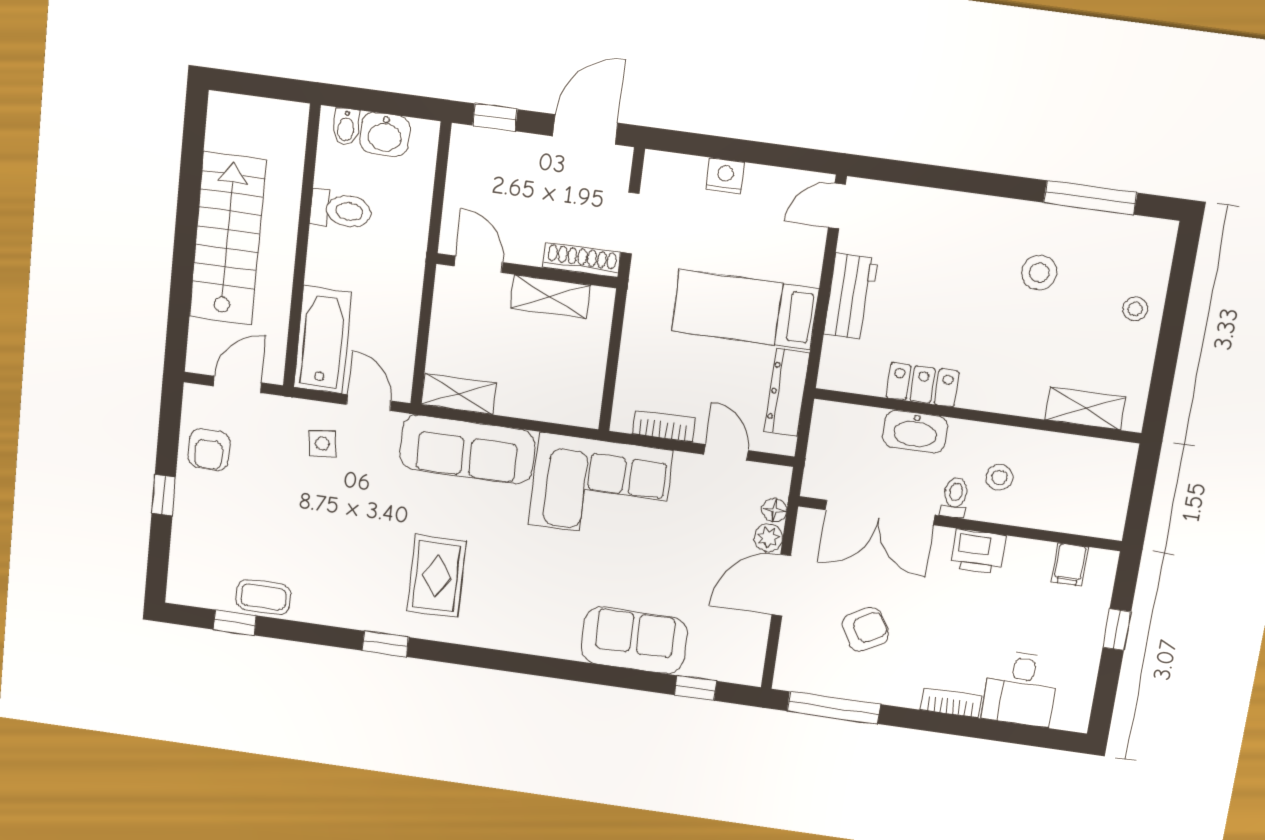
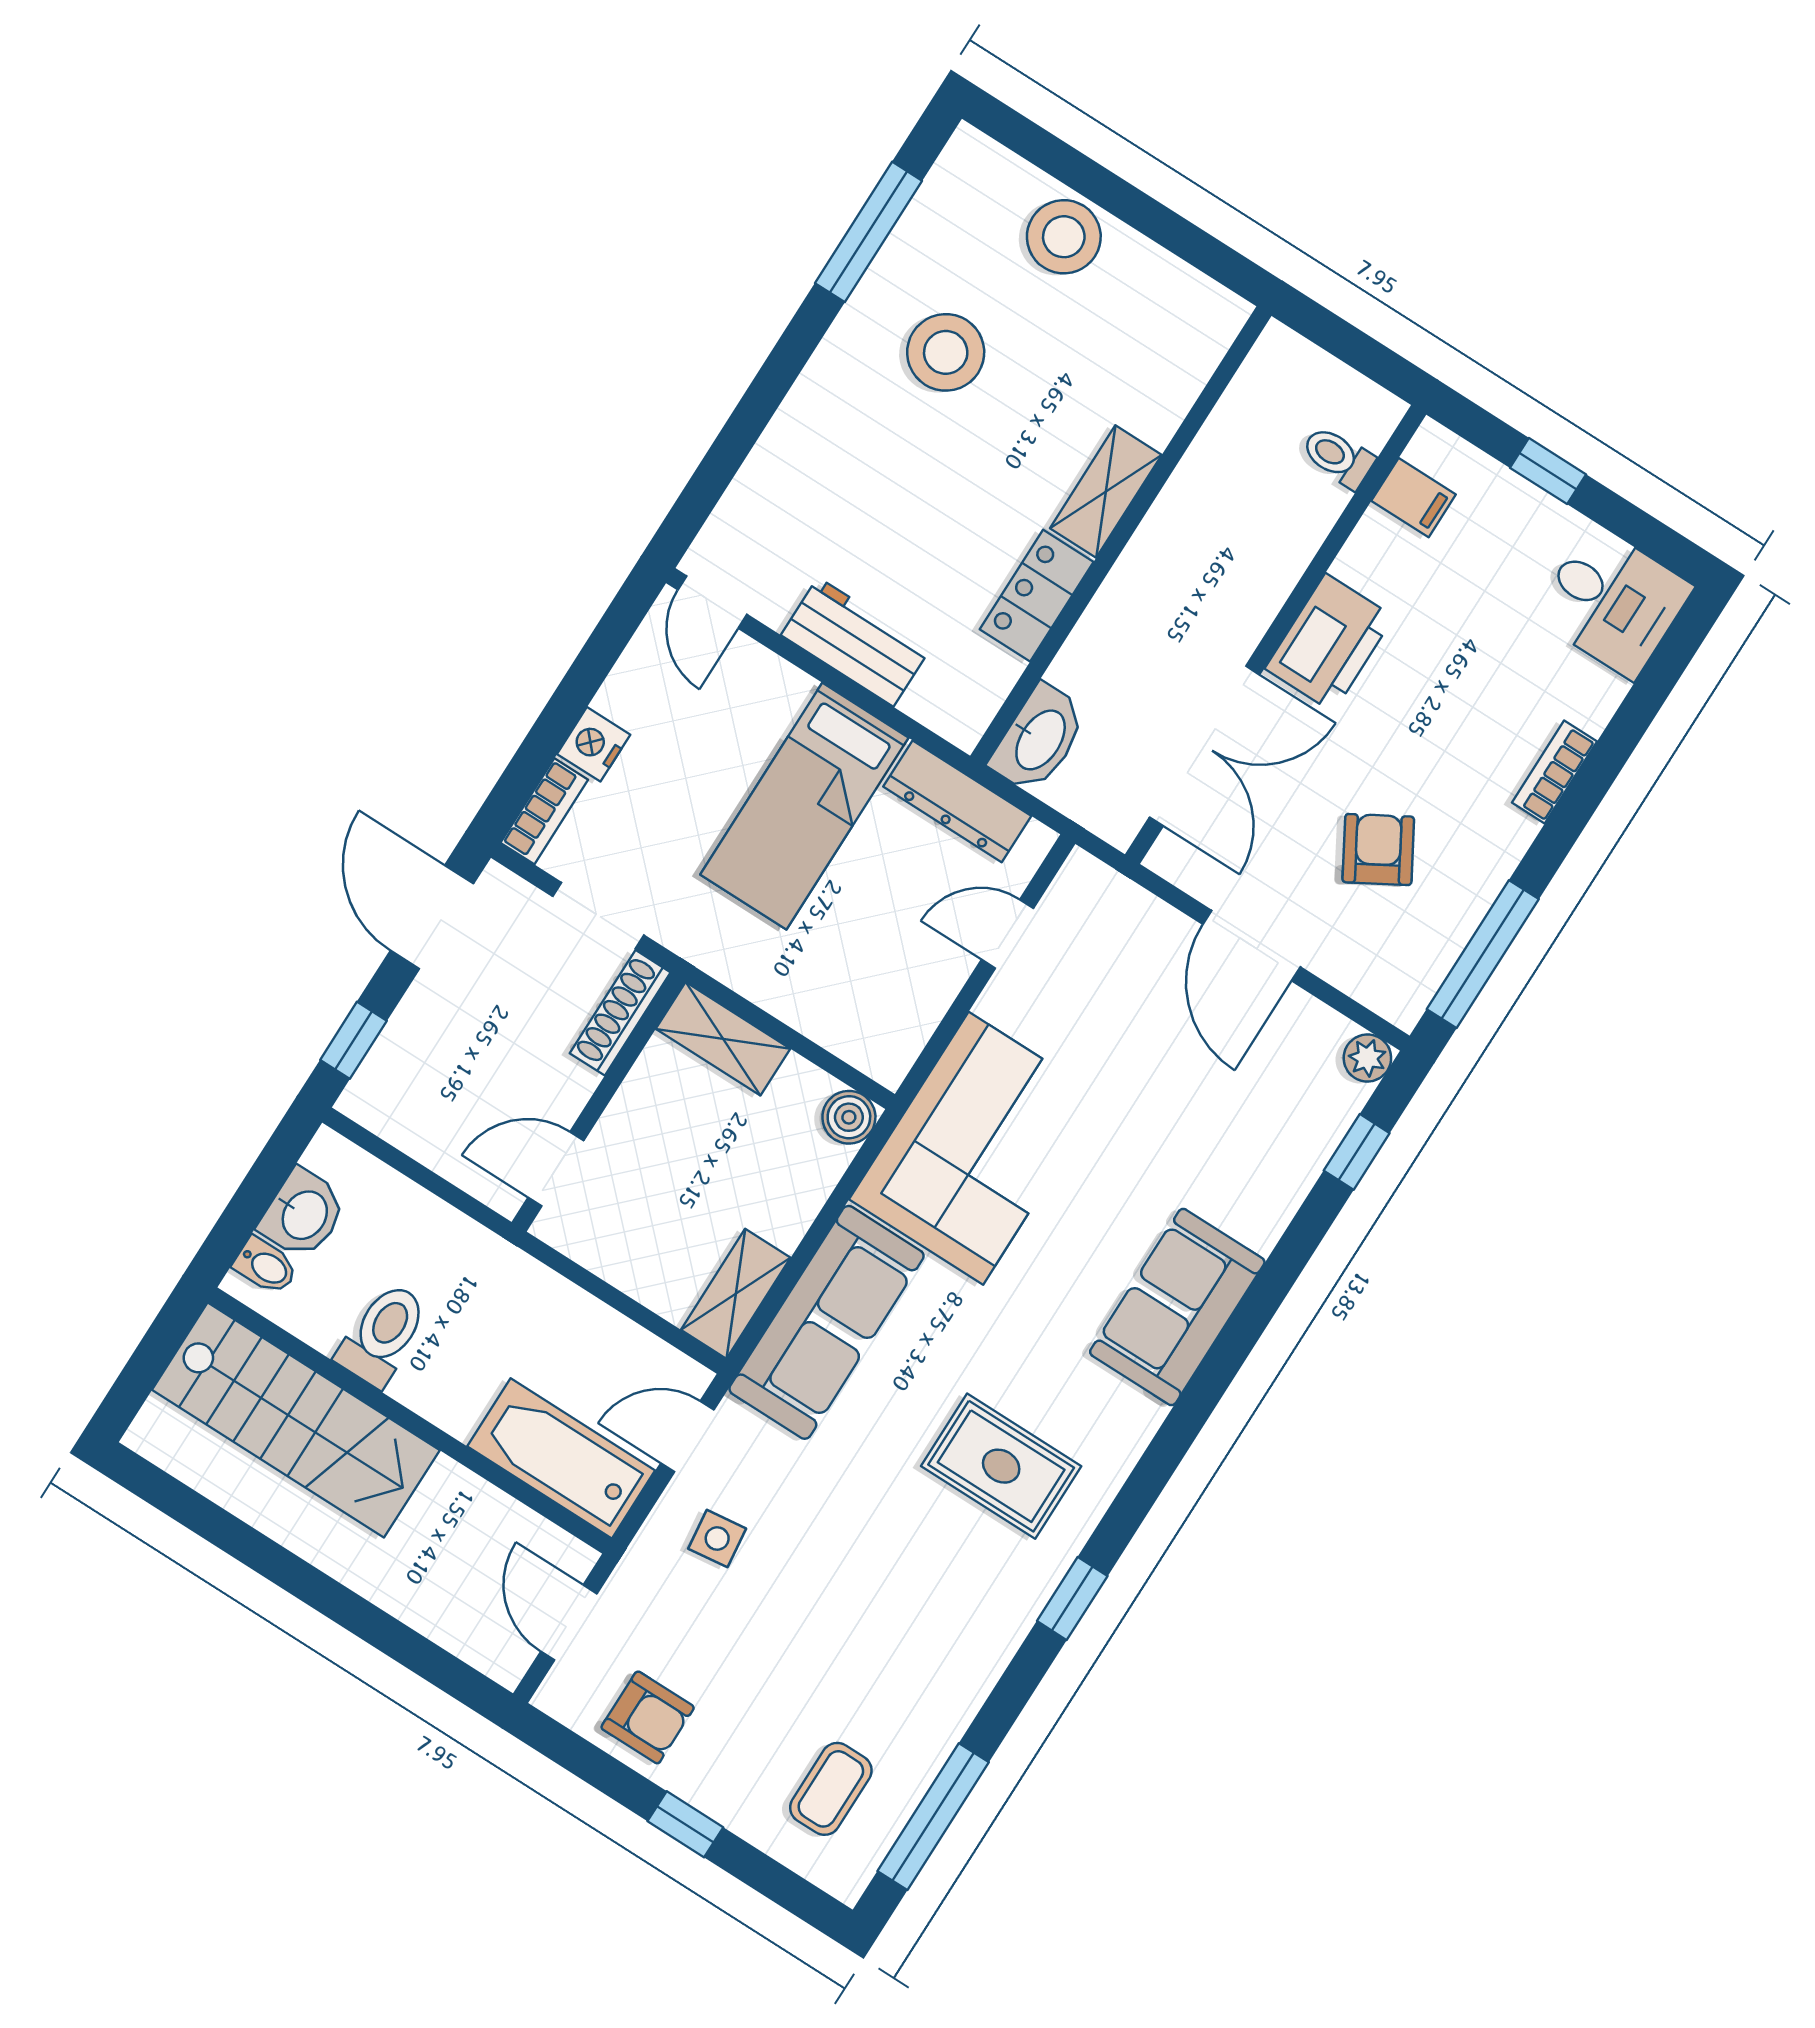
stairs: (228, 239) -> (296, 1420), moved, turned 180
stool: (1039, 273) -> (946, 352), width x1.38, depth x1.38
shelving: (550, 297) -> (723, 1039), moved, turned 90
stool: (1135, 309) -> (1064, 237), width x1.89, depth x1.89
shelving: (1085, 409) -> (1106, 492), moved
boiler: (585, 412) -> (849, 1117), added
bookcase: (664, 426) -> (544, 811), moved, turned 180
washbasin: (915, 432) -> (1039, 739), moved
stool: (999, 478) -> (1231, 544), removed
toilet: (955, 498) -> (1338, 457), moved
floor lamp: (774, 510) -> (1129, 902), removed
plant: (768, 538) -> (1367, 1058), moved
printer: (978, 552) -> (1329, 643), width x1.37, depth x1.19
coffee table: (263, 597) -> (831, 1789), moved
window: (235, 623) -> (933, 1817), width x2.17
sofa: (634, 640) -> (1177, 1307), moved
desk: (1021, 688) -> (1613, 601), moved

